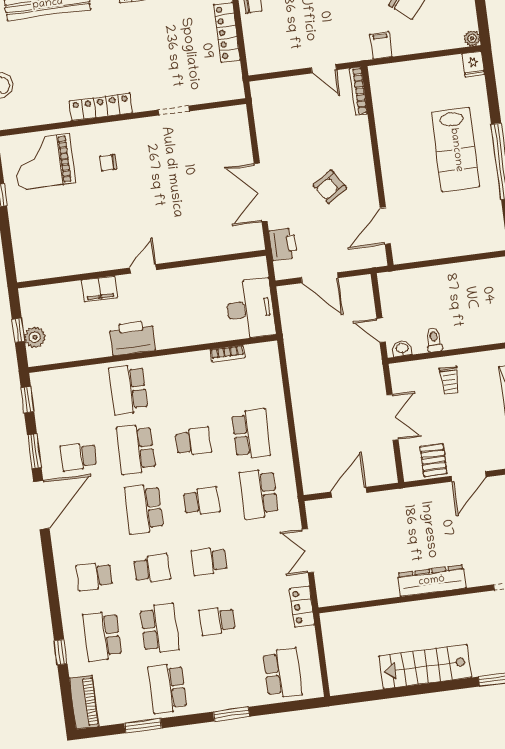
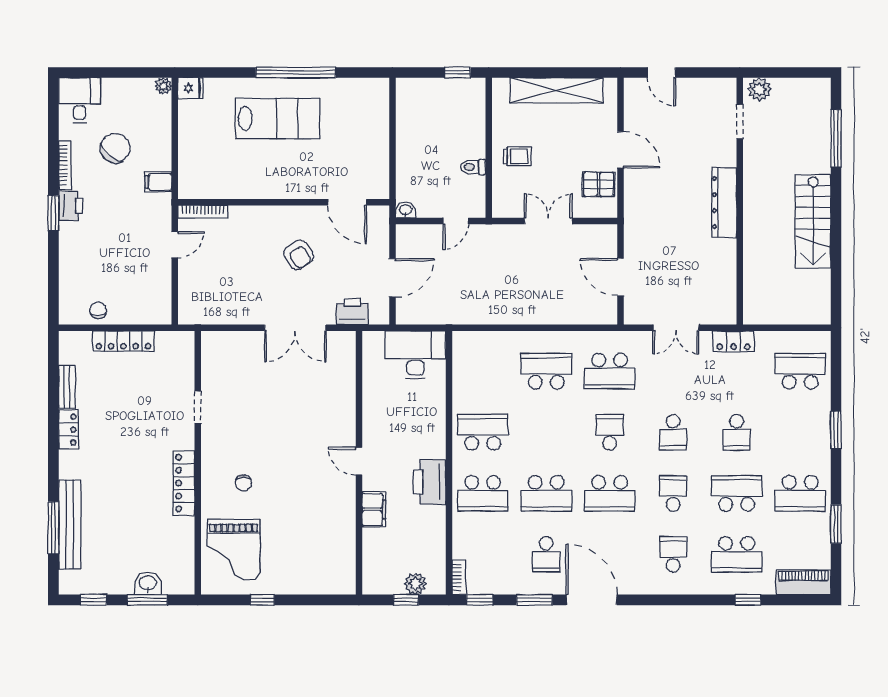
washbasin: (402, 348) -> (406, 210), moved, turned 90
bookcase: (228, 354) -> (459, 577), moved
school desk: (193, 442) -> (483, 432), moved, width x1.85
school desk: (94, 576) -> (673, 554), turned 180

